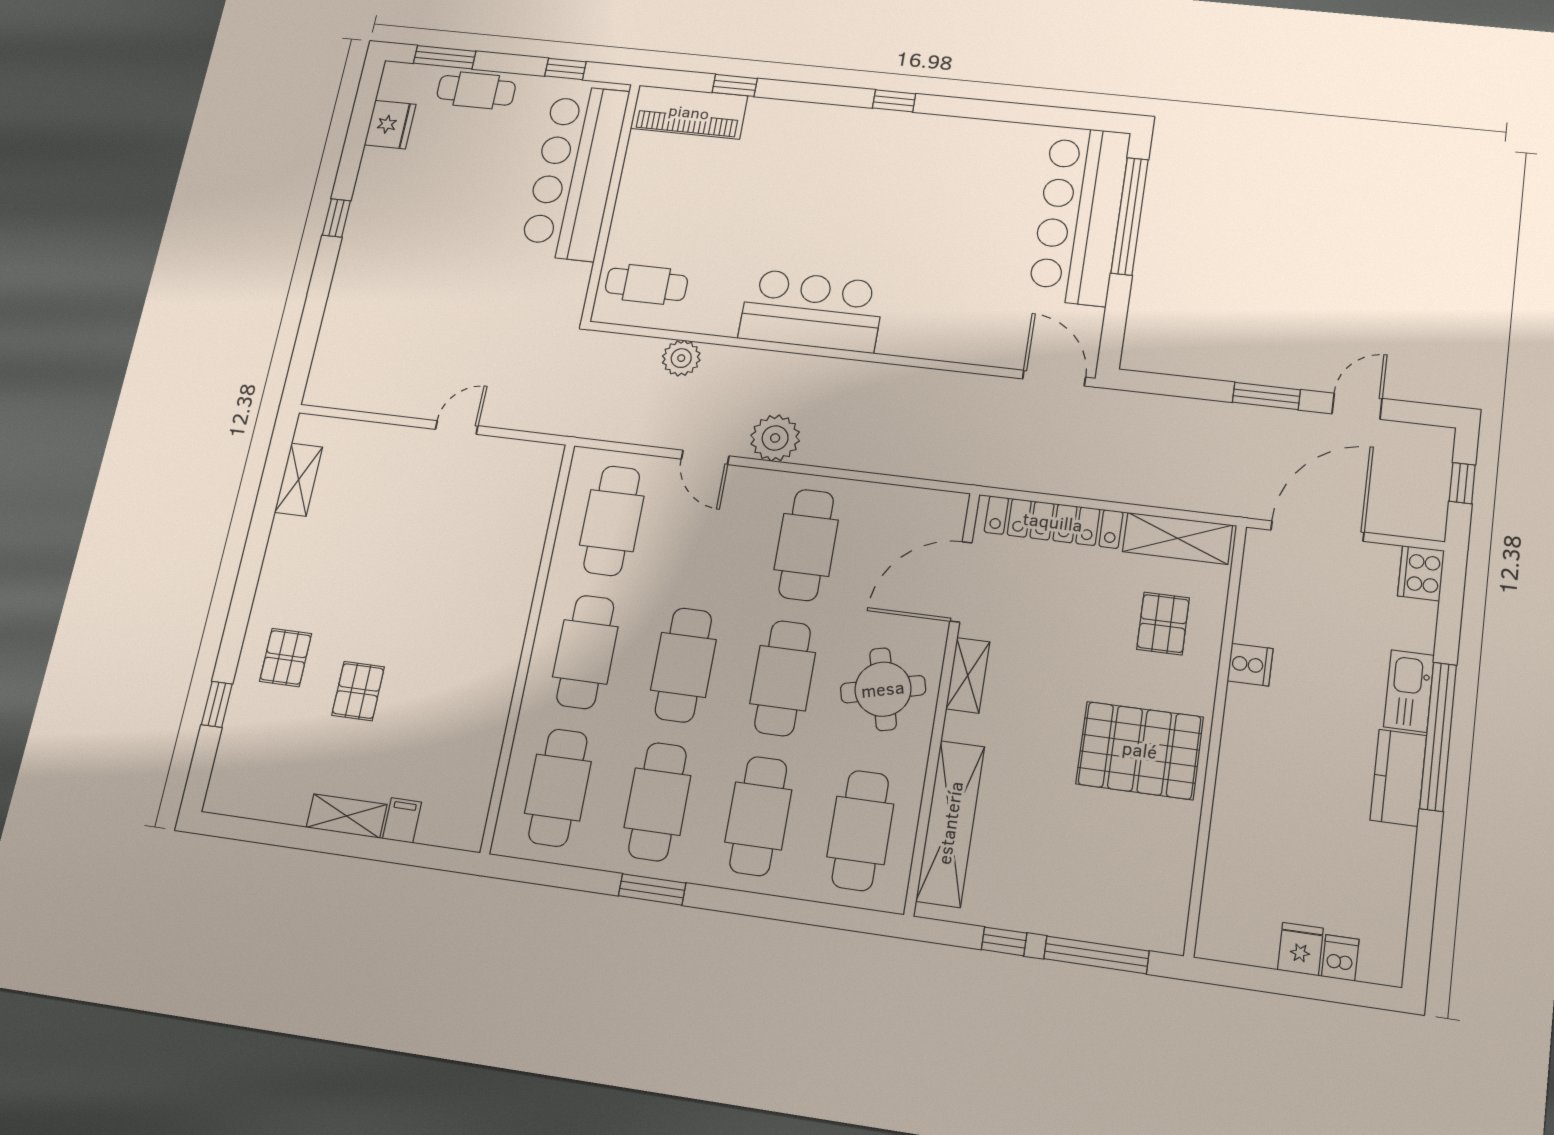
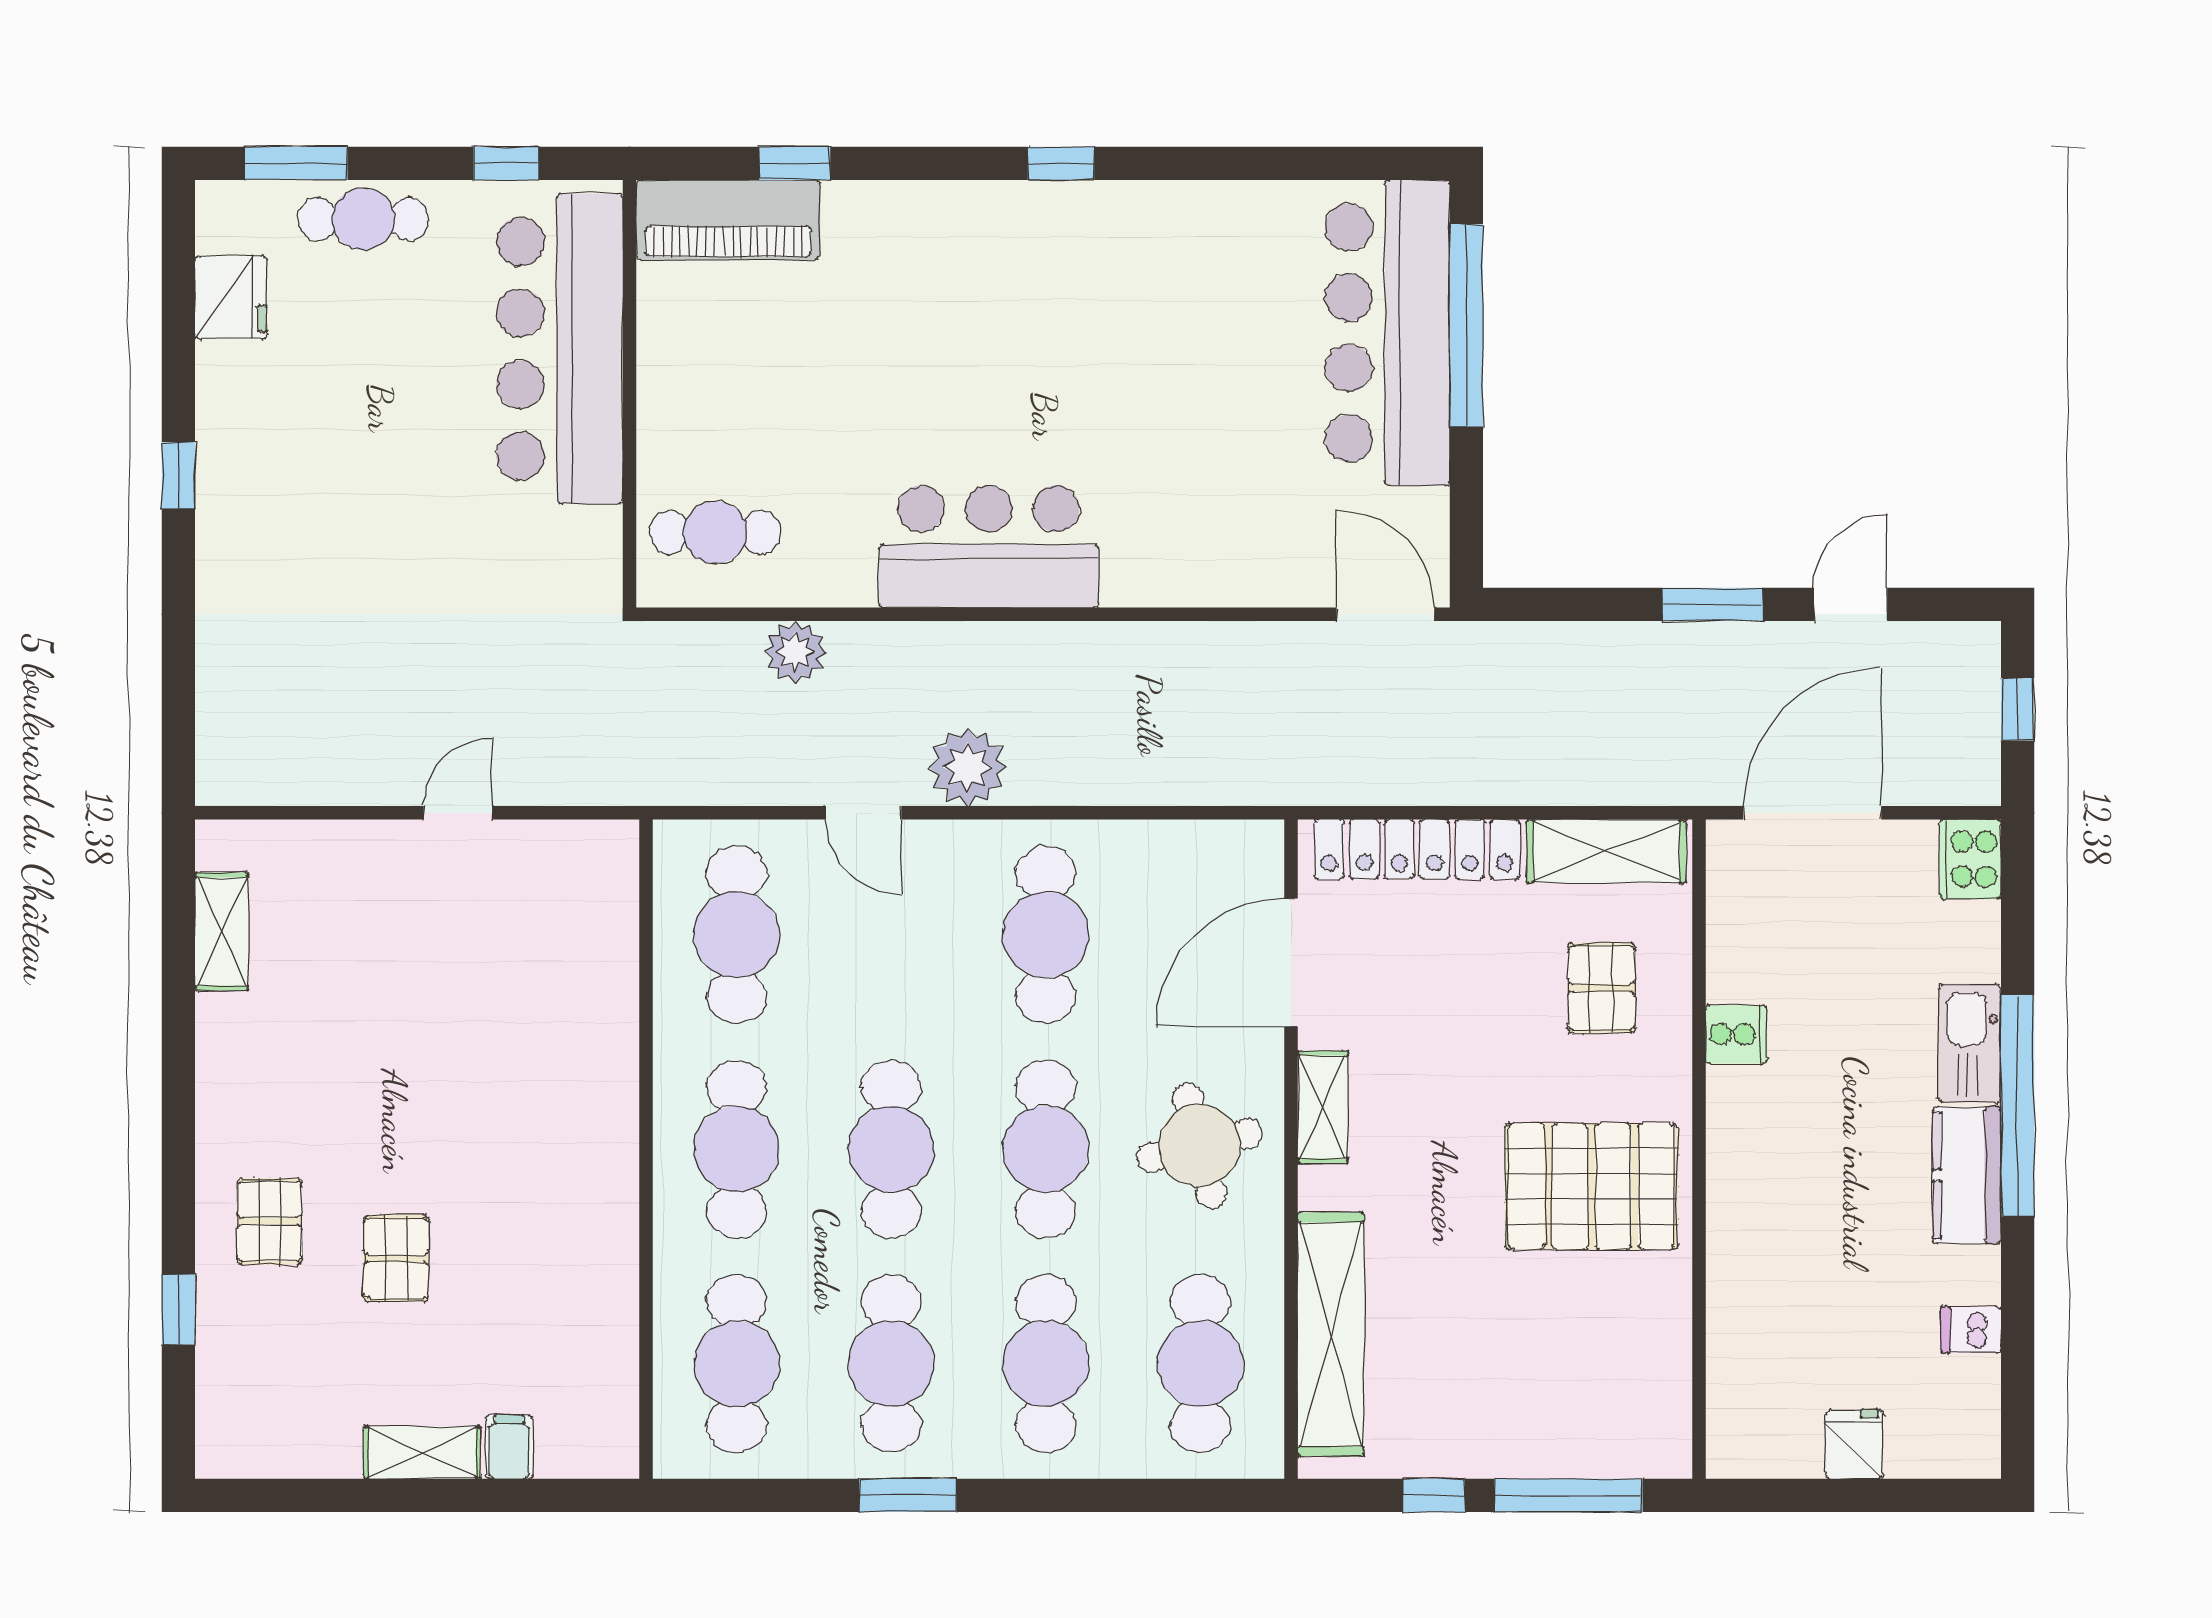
dishwasher: (1340, 958) -> (1971, 1330), moved, turned -90

